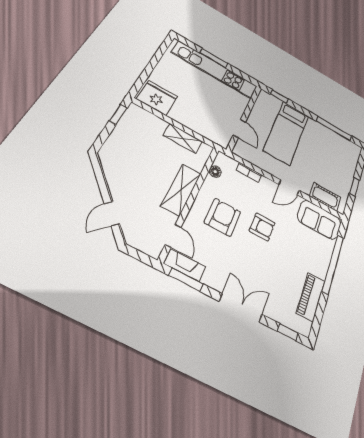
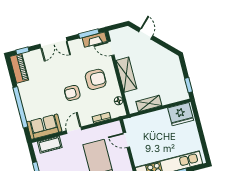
armchair: (223, 217) -> (96, 79), turned -90
piano: (311, 297) -> (19, 68), moved

